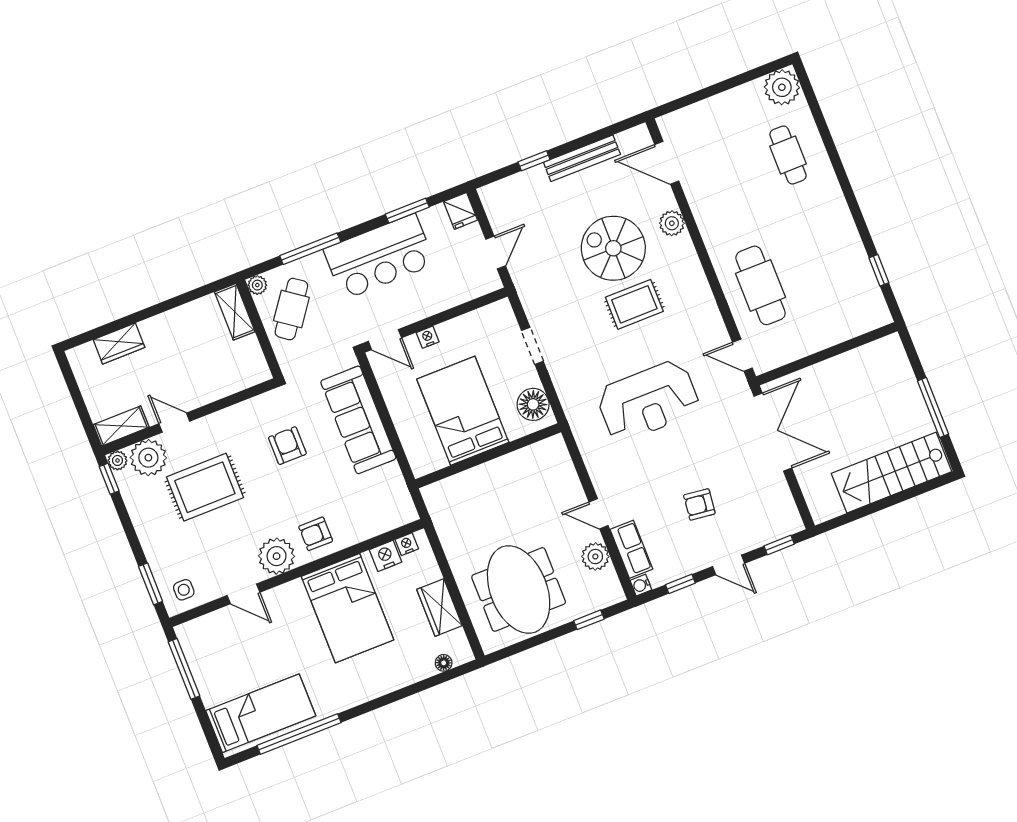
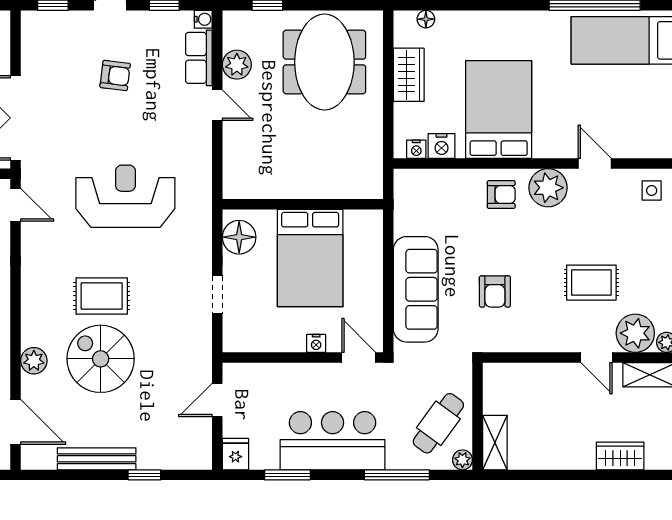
spiral stairs: (613, 248) -> (101, 359), turned 180
rug: (205, 487) -> (591, 283), width x0.73, depth x0.70

